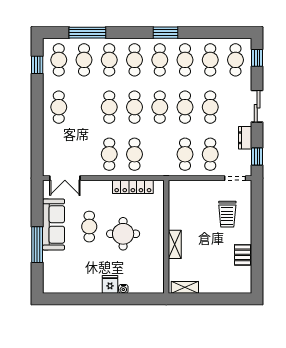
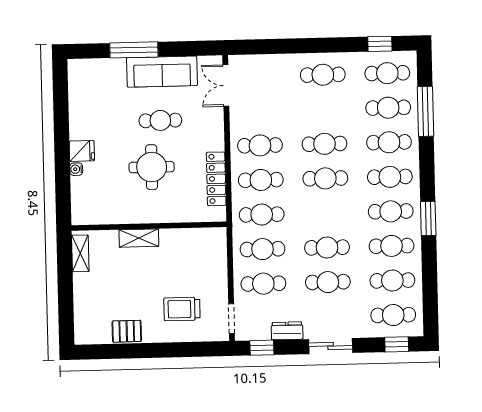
cafe table: (160, 107) -> (262, 215), moved

